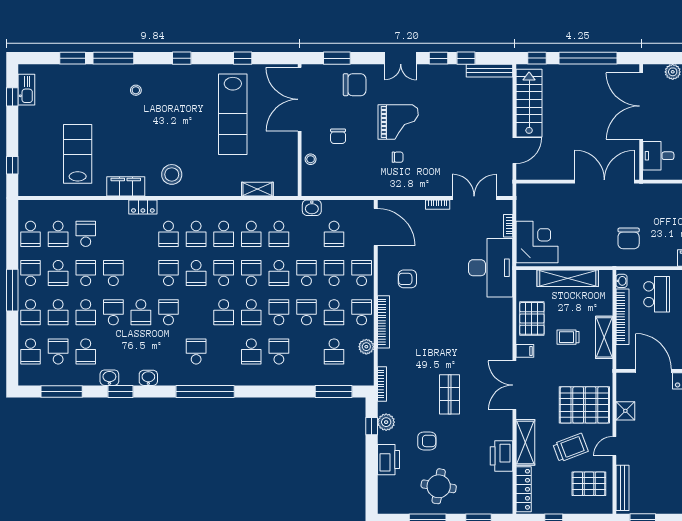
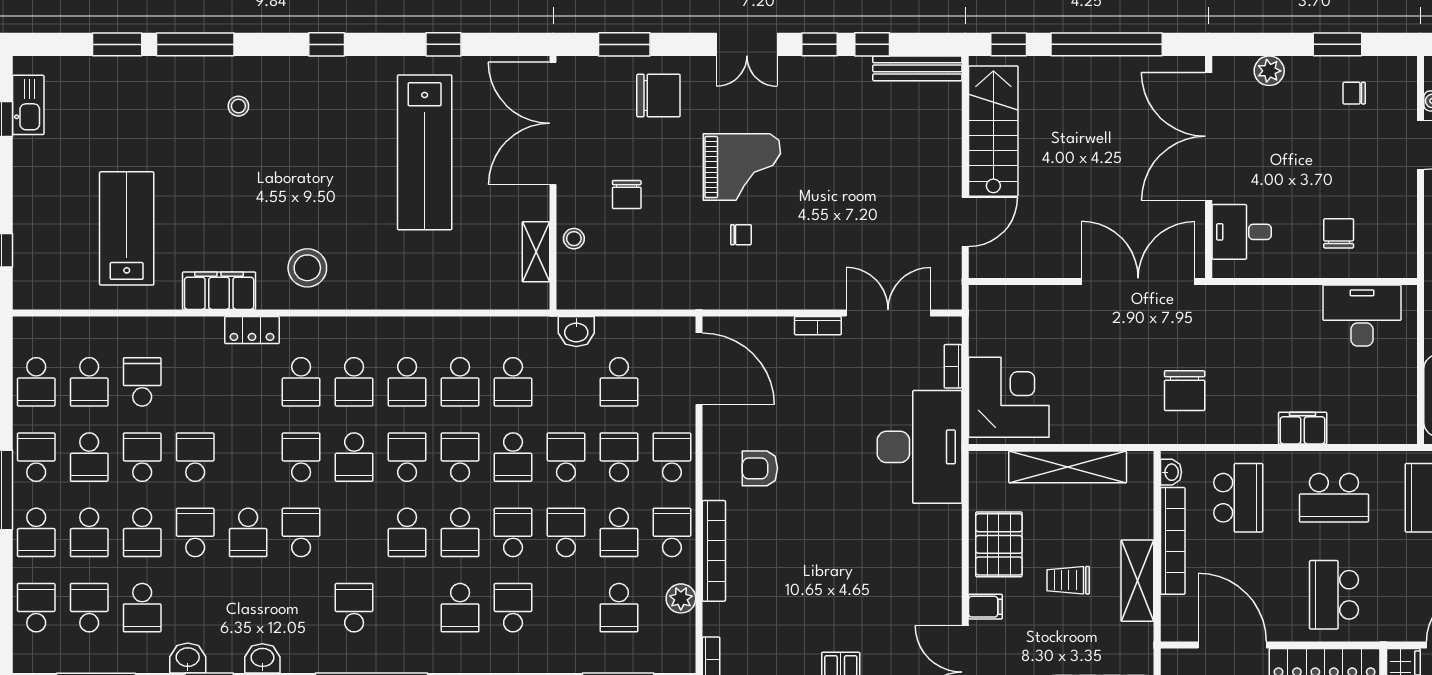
shelving: (257, 189) -> (536, 252), moved, turned 90
school desk: (31, 351) -> (36, 608), turned 180

